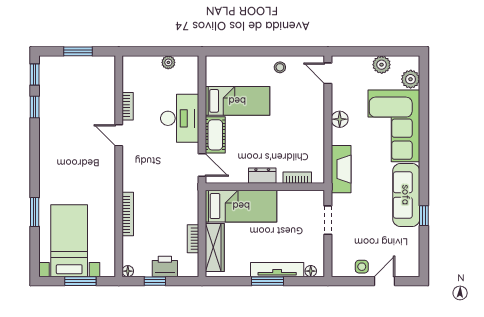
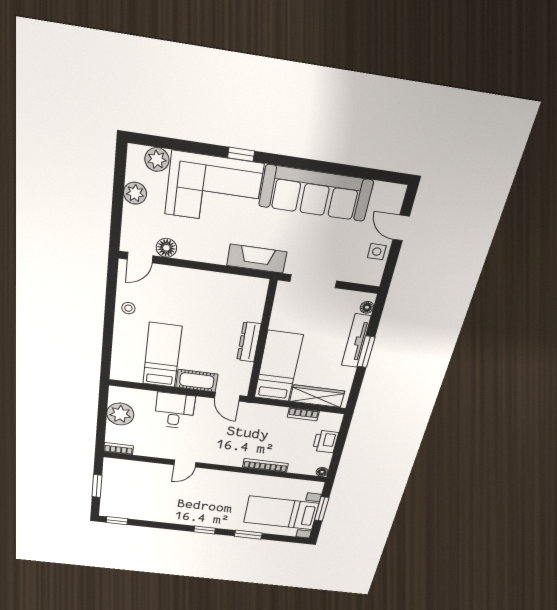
plant: (168, 62) -> (120, 414), width x1.87, depth x1.87
bookcase: (128, 106) -> (119, 449), moved
window: (35, 107) -> (205, 530), moved
desk: (180, 118) -> (175, 411), width x0.73
floor lamp: (340, 119) -> (166, 248), moved
door: (202, 165) -> (227, 397), swing flipped
dresser: (262, 176) -> (249, 342), width x1.44
bookcase: (297, 178) -> (258, 307), removed
sofa: (406, 195) -> (316, 193), width x1.36, depth x1.27
window: (424, 216) -> (241, 154), moved
doorway: (328, 220) -> (313, 281), width x1.38
window: (155, 281) -> (338, 451), removed

